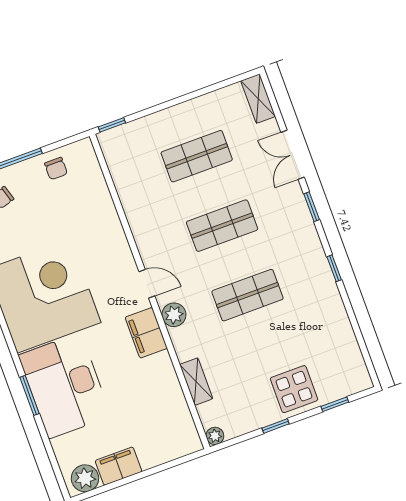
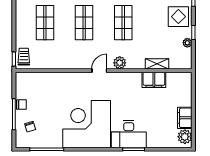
trolley: (122, 141) -> (24, 57), added
chair: (56, 169) -> (21, 105), moved
filing cabinet: (146, 333) -> (154, 80), moved
desk: (65, 386) -> (129, 134), width x0.73, depth x0.77
plant: (215, 436) -> (187, 43), moved

